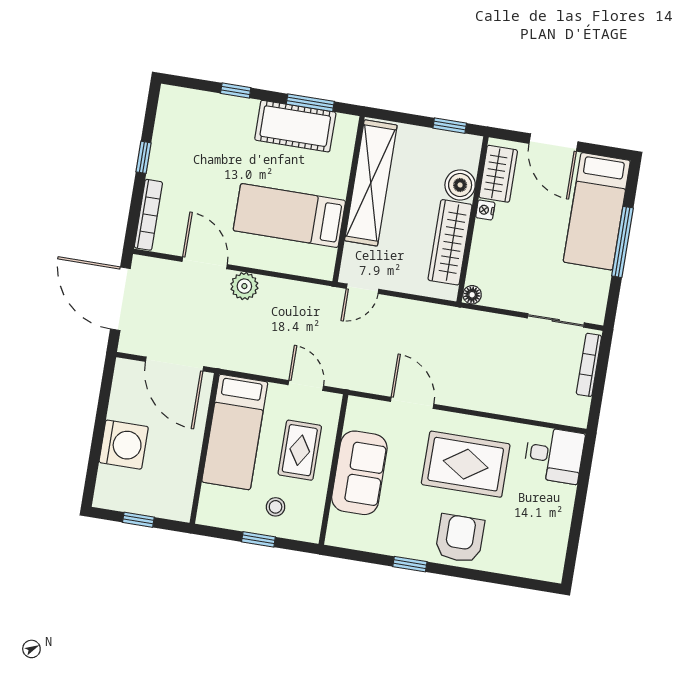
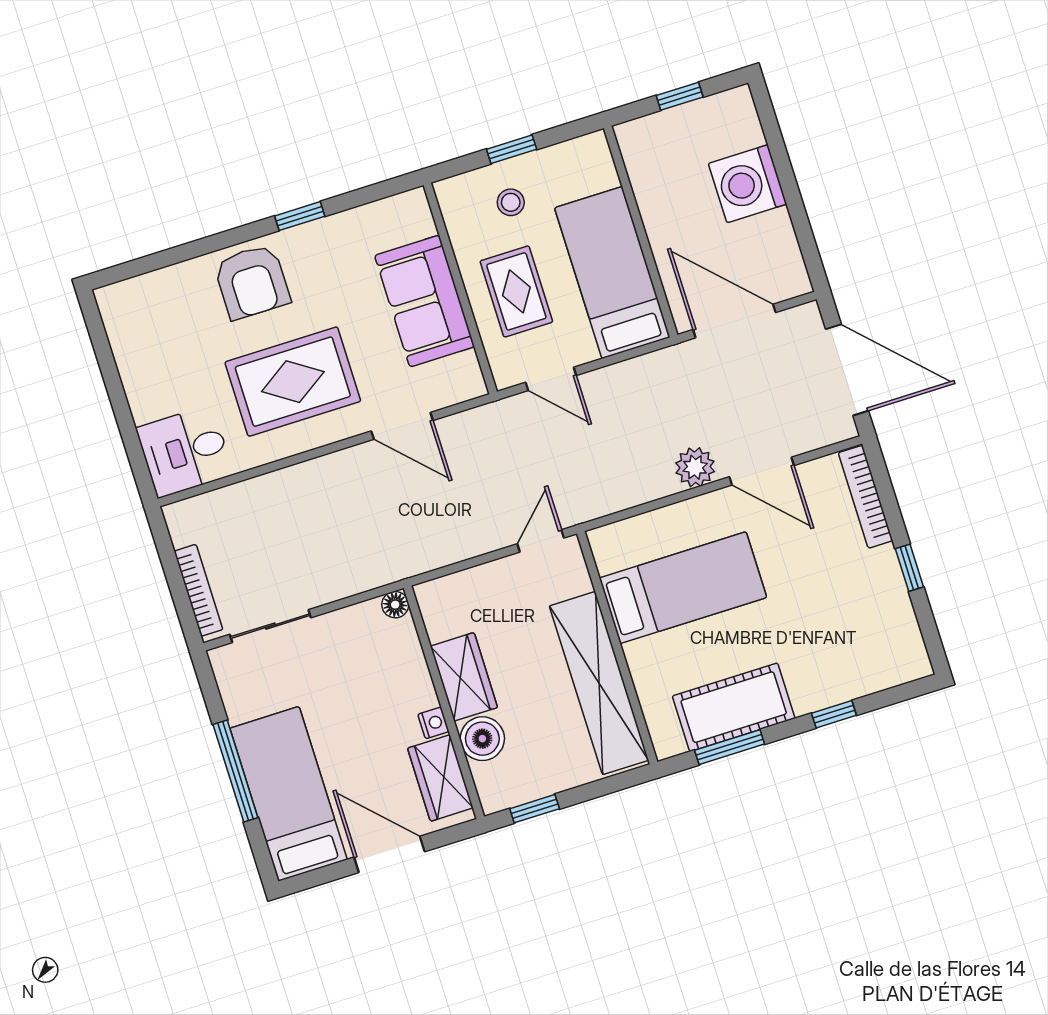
wardrobe: (450, 242) -> (464, 677), width x0.67

